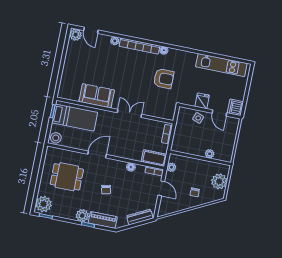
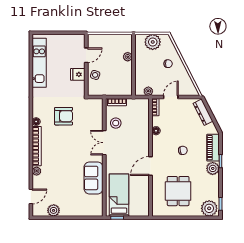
plant: (76, 35) -> (54, 210), moved
armchair: (164, 79) -> (64, 116), turned 90
dishwasher: (235, 107) -> (77, 41), removed
stool: (56, 138) -> (116, 123), moved
door: (97, 154) -> (150, 166), hinge flipped
cot: (154, 158) -> (143, 110), removed

